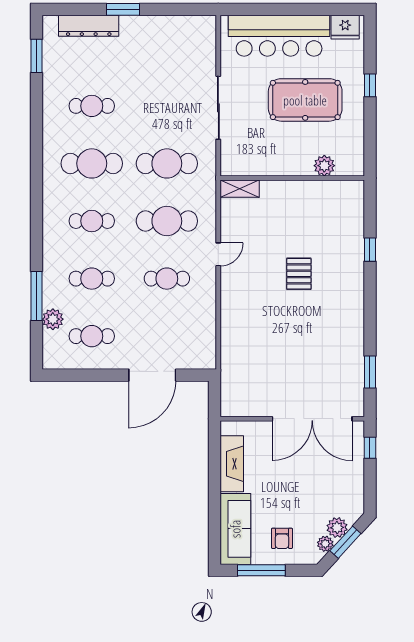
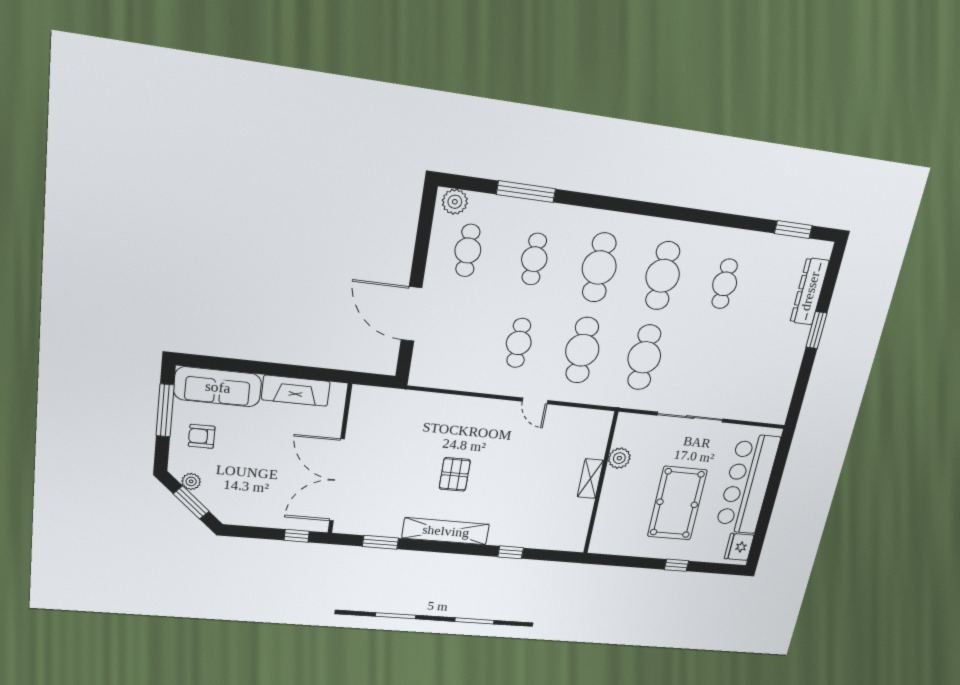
plant: (324, 166) -> (619, 458), moved
shelving: (240, 189) -> (590, 479), moved
cafe table: (92, 221) -> (599, 268), width x1.37, depth x1.35
pallet: (299, 274) -> (455, 474), moved, turned 90
shelving: (354, 314) -> (446, 531), added
plant: (53, 319) -> (455, 202), moved
plant: (337, 528) -> (209, 495), removed

